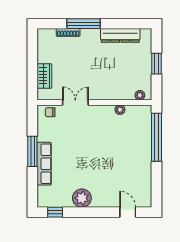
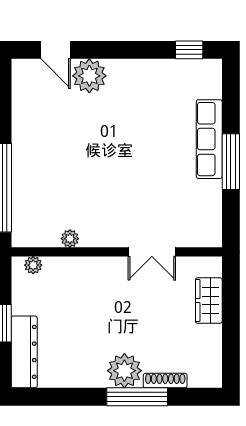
dresser: (120, 35) -> (24, 352), moved, turned 90
plant: (90, 38) -> (124, 371), added
chair: (50, 112) -> (198, 234), removed
plant: (82, 198) -> (89, 76), moved

